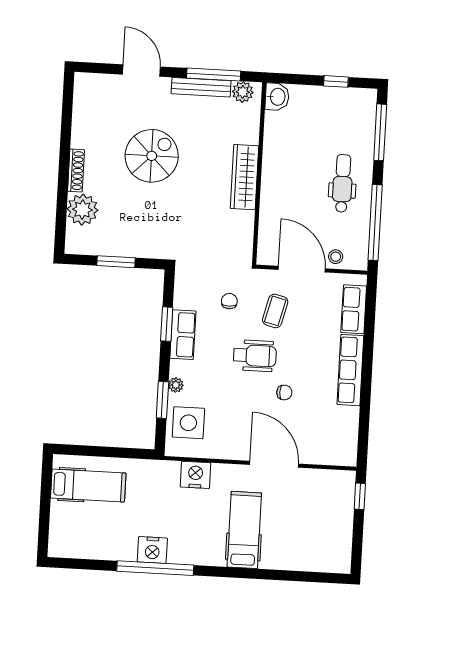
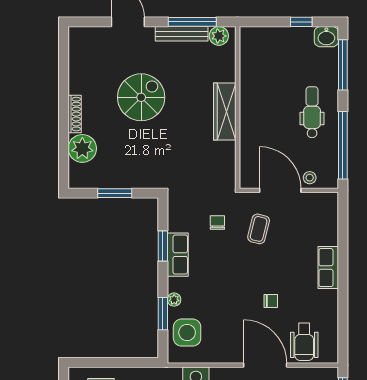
washbasin: (277, 97) -> (326, 37), moved, turned 90
row of seats: (354, 309) -> (328, 224), removed
wheelchair: (255, 356) -> (304, 342), moved, turned 90
row of seats: (350, 370) -> (328, 268), width x0.68

